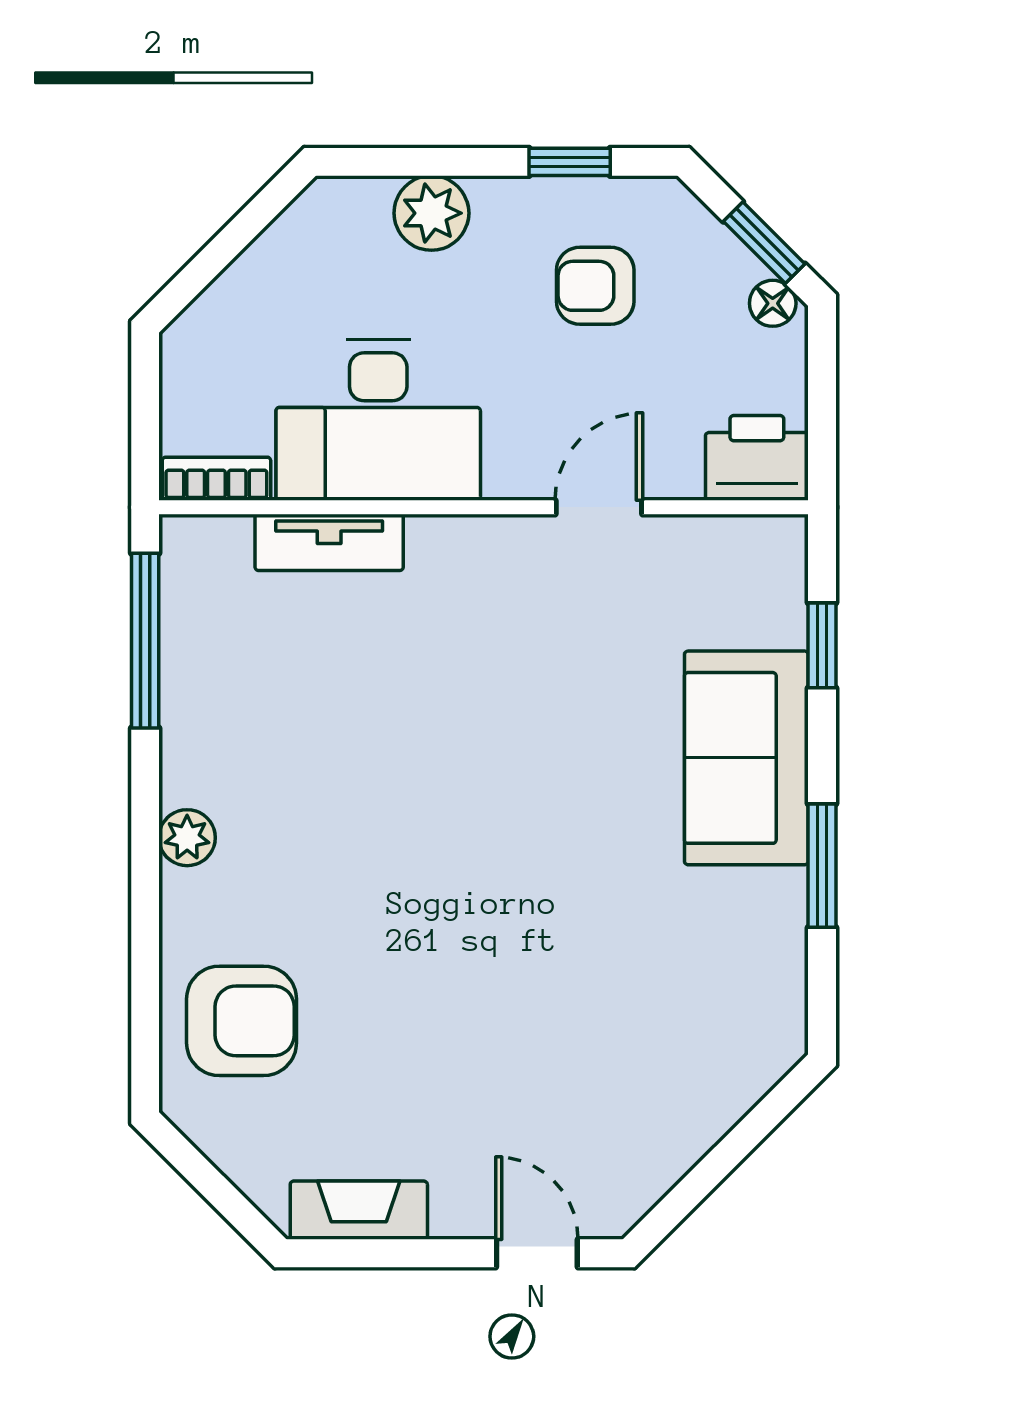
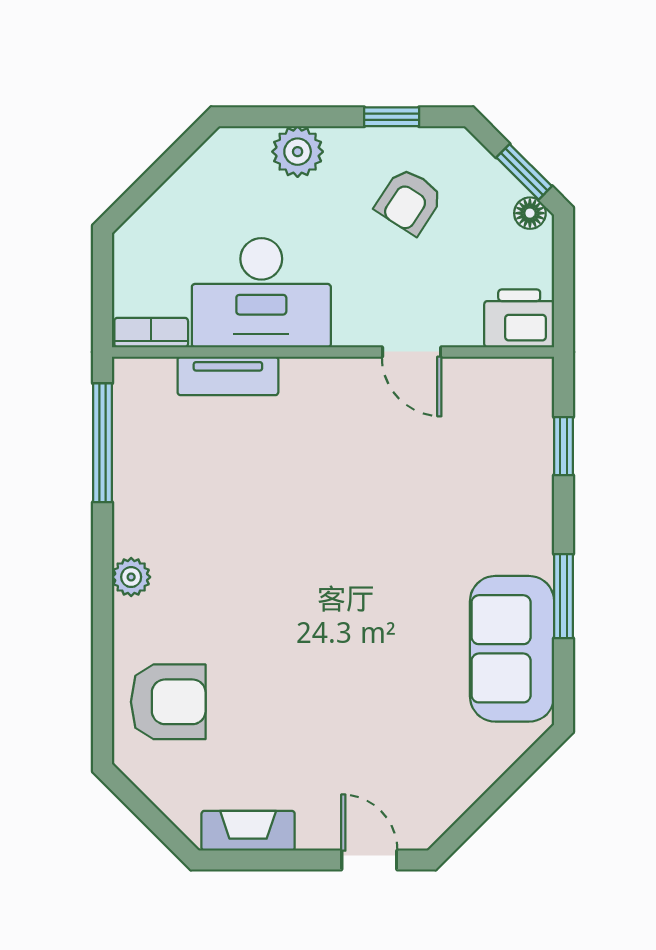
armchair: (595, 286) -> (409, 201), turned -57
door: (599, 507) -> (412, 352), swing flipped
sofa: (746, 758) -> (512, 649), moved

